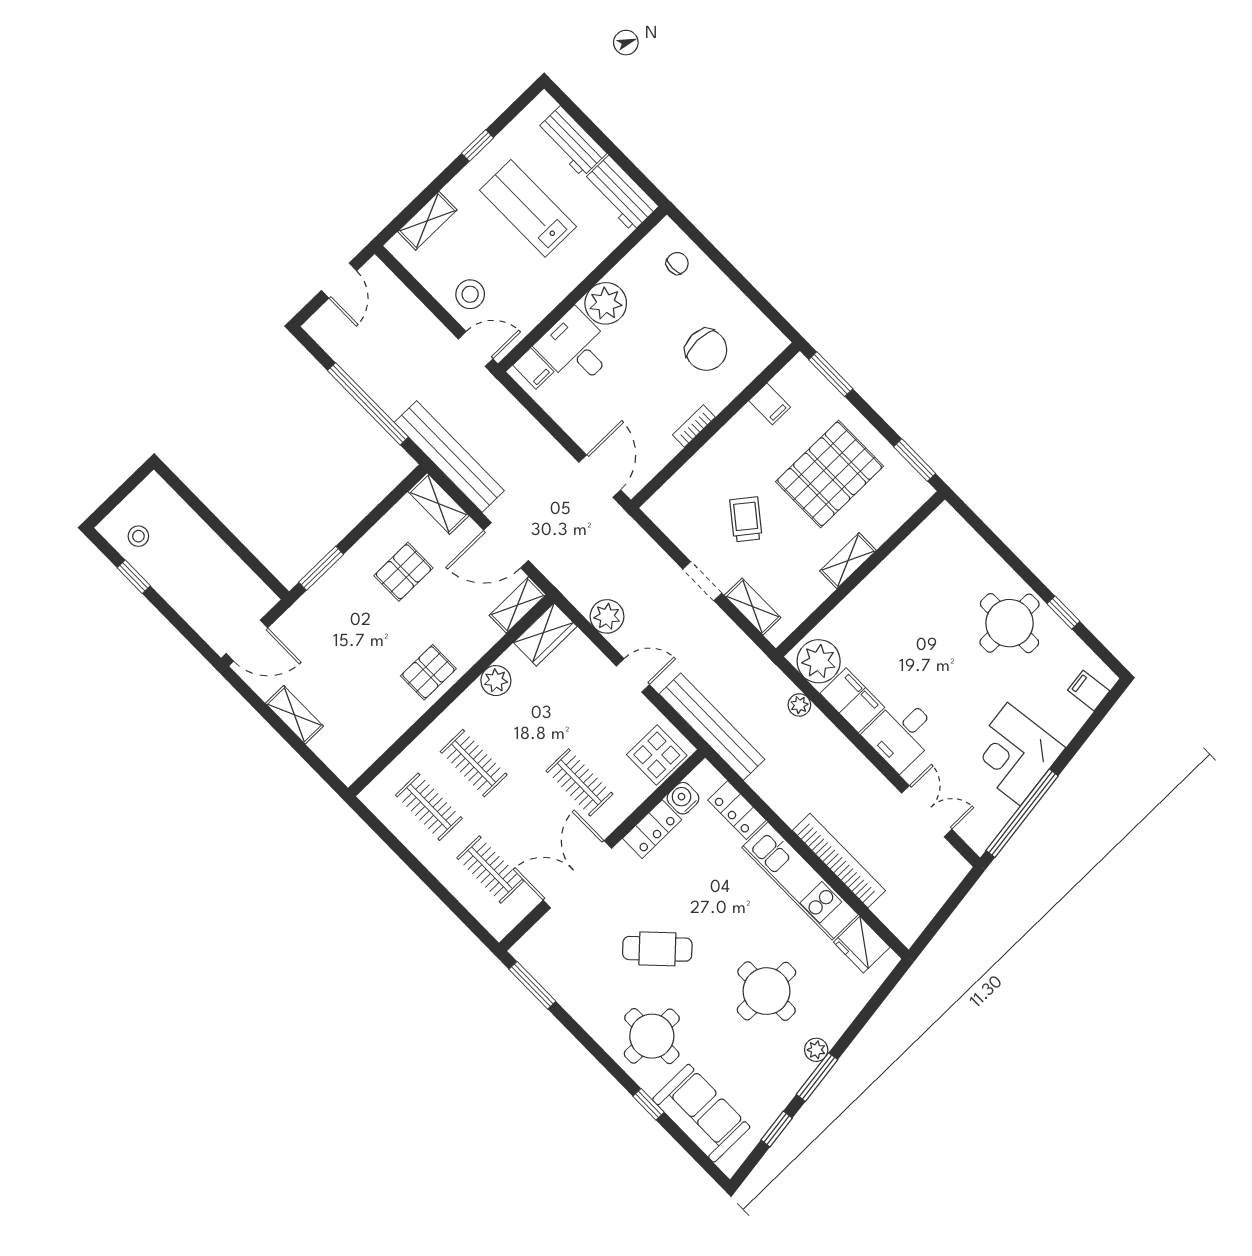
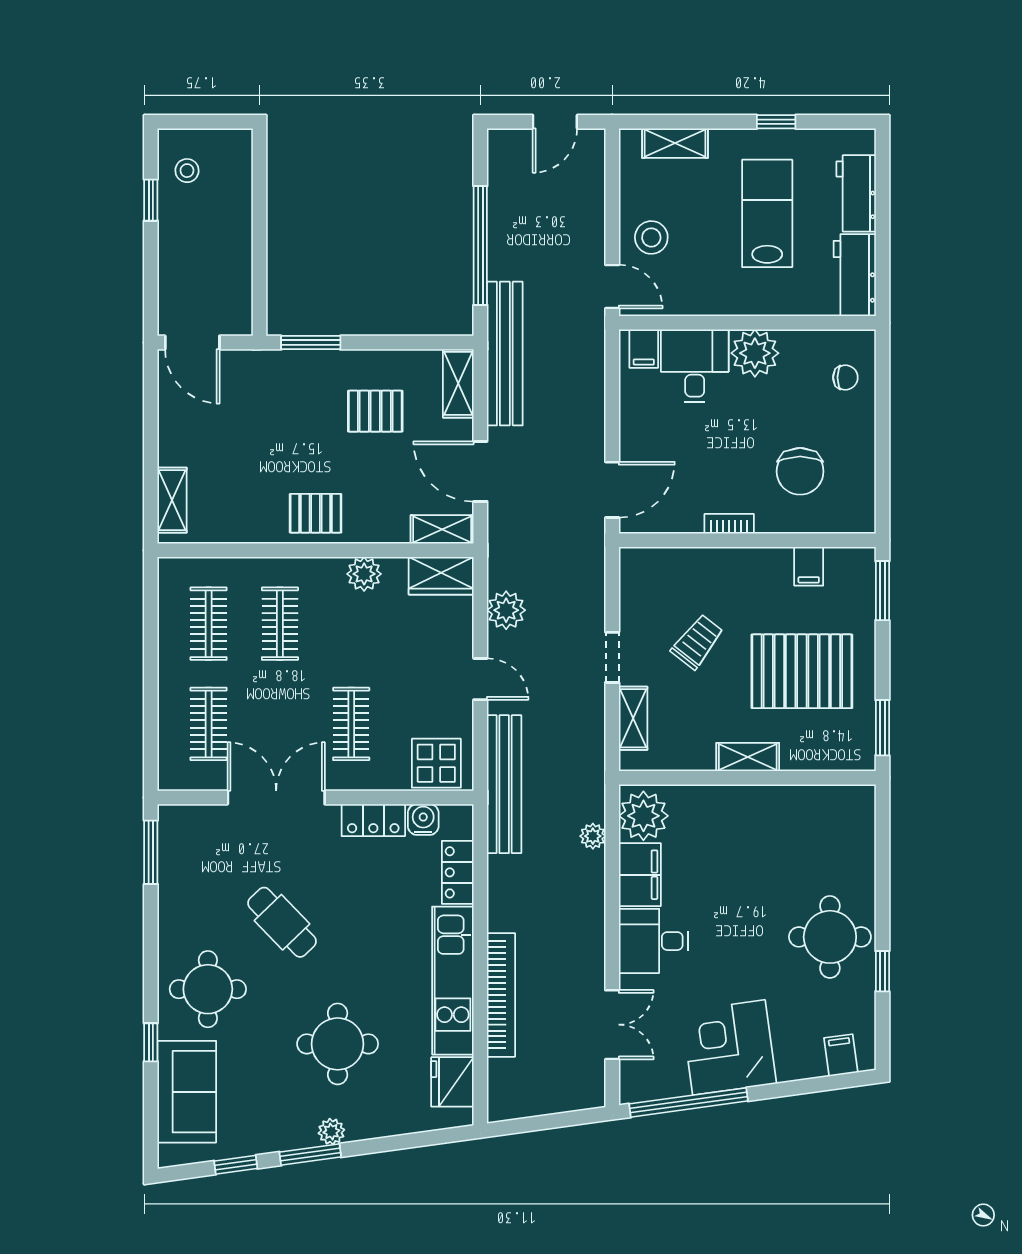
shelving: (294, 715) -> (172, 500), moved

